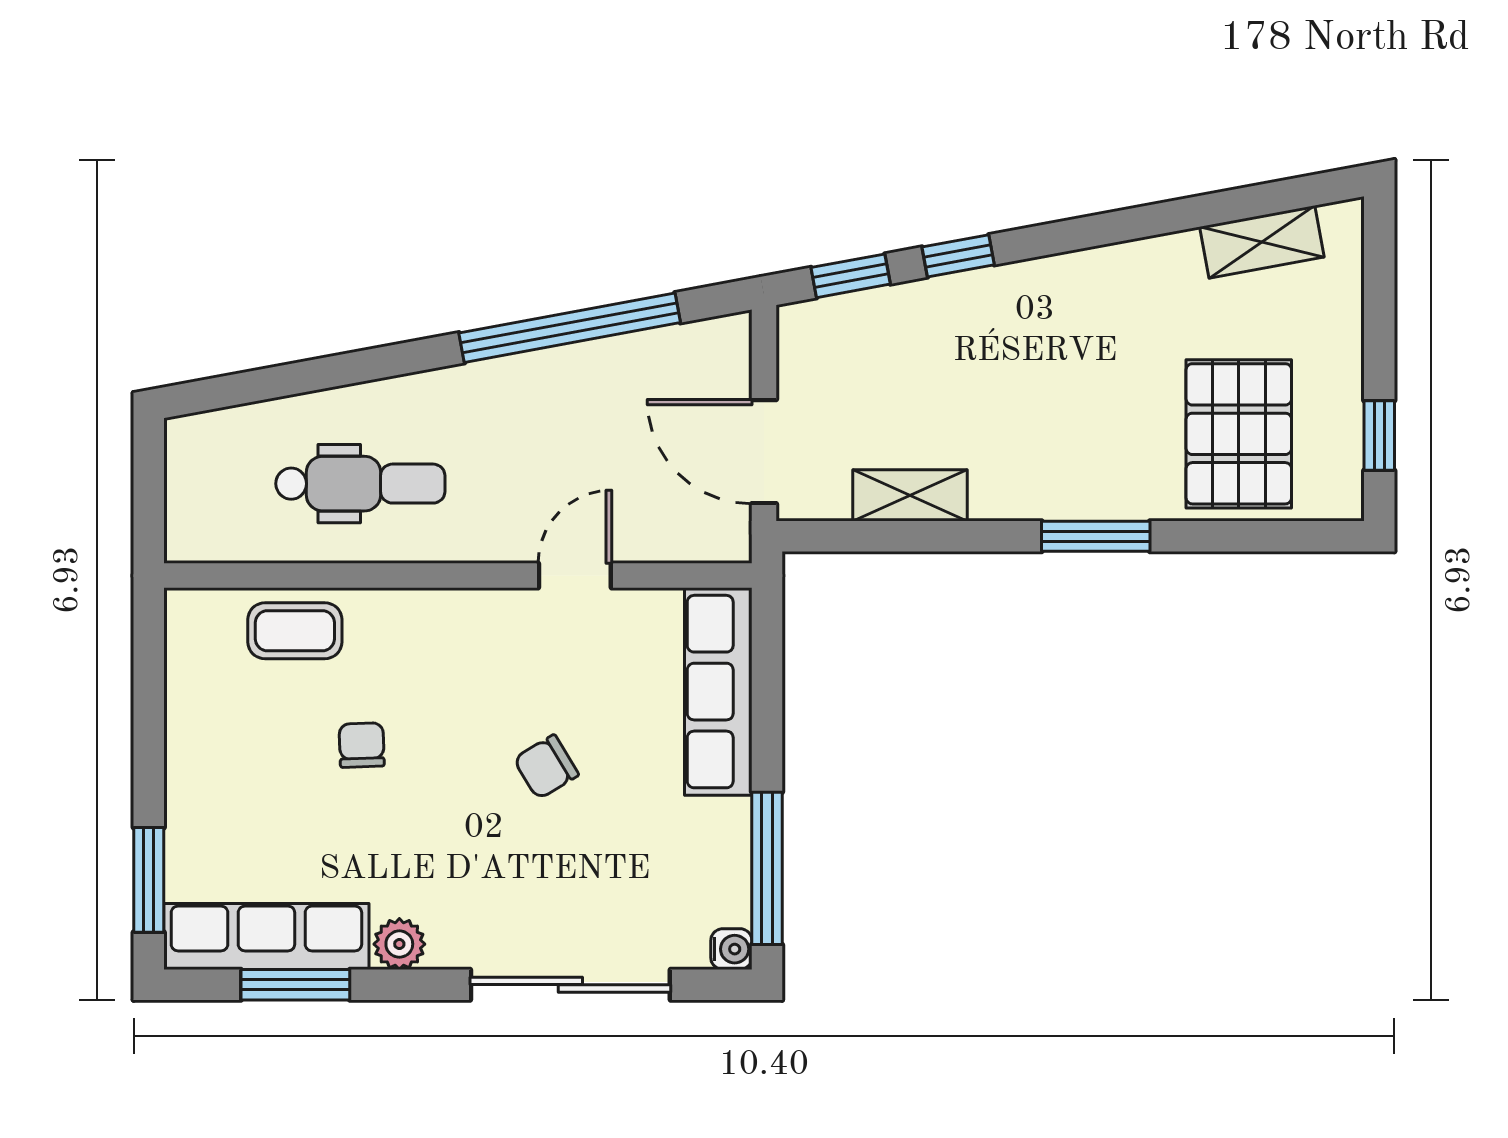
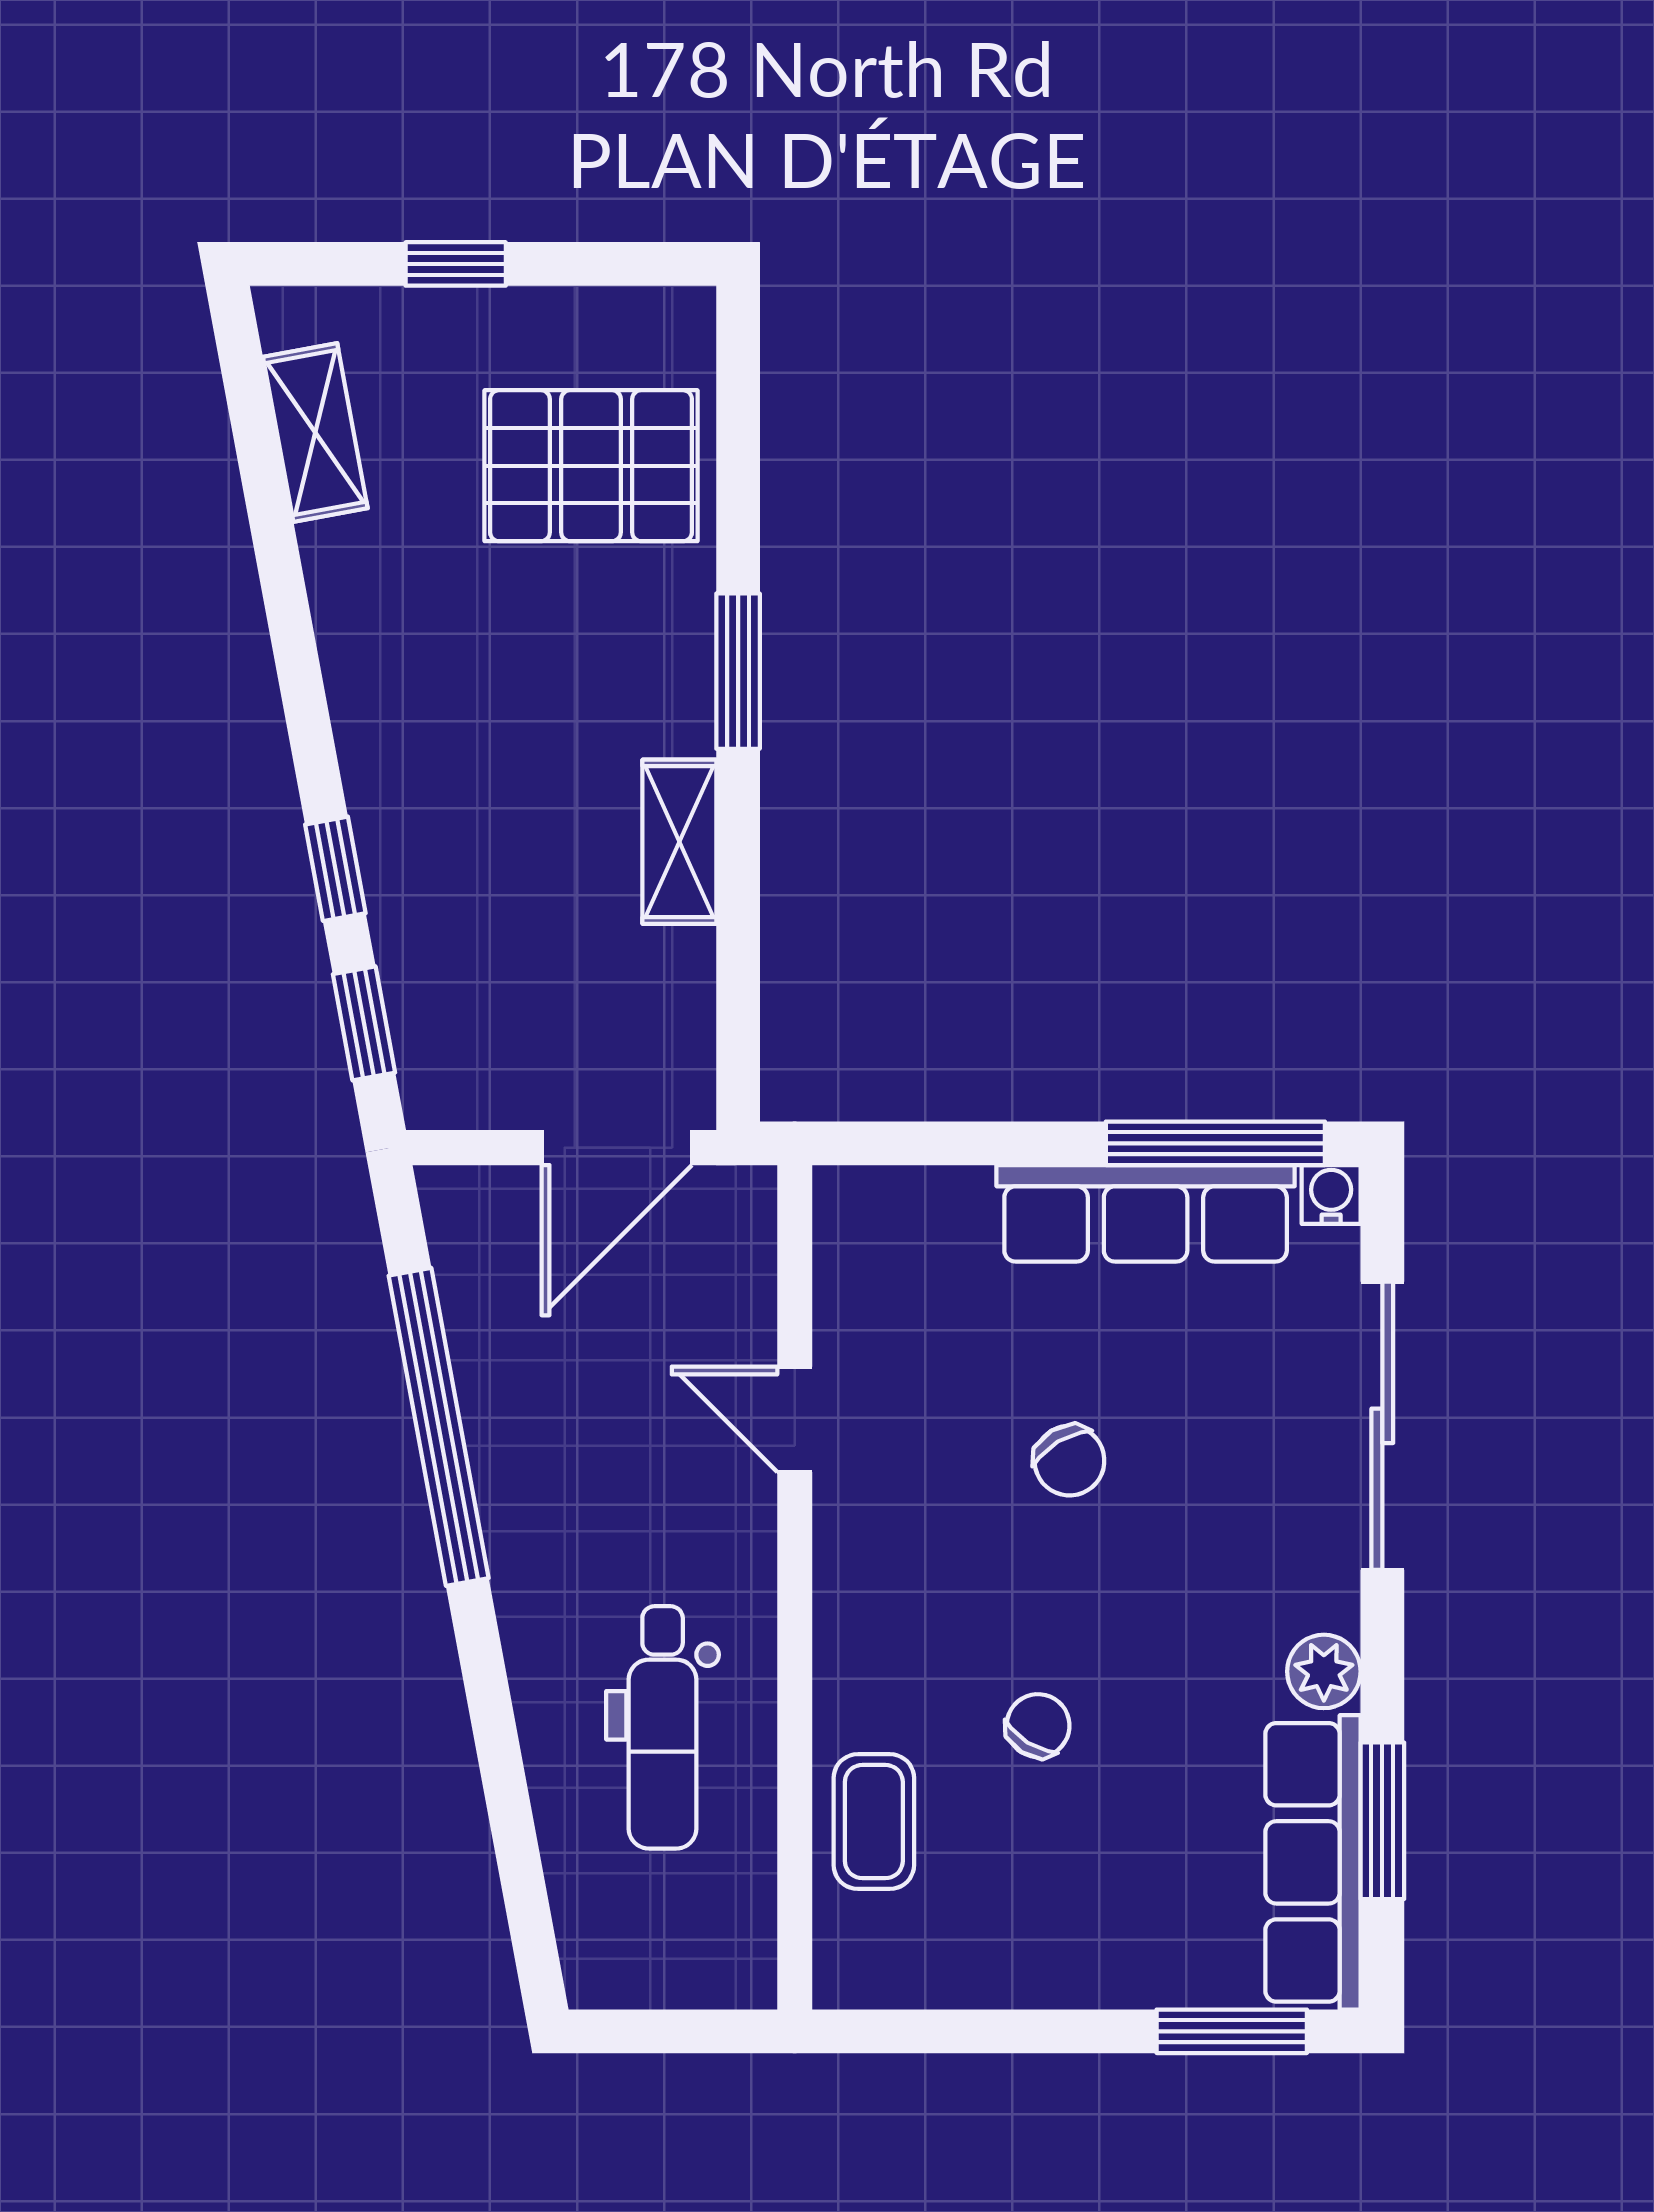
window: (1379, 436) -> (456, 264), moved
dental chair: (360, 484) -> (663, 1727), turned 180
shelving: (910, 495) -> (679, 842), moved
row of seats: (718, 692) -> (1146, 1213), moved
chair: (362, 745) -> (1038, 1726), turned 124

